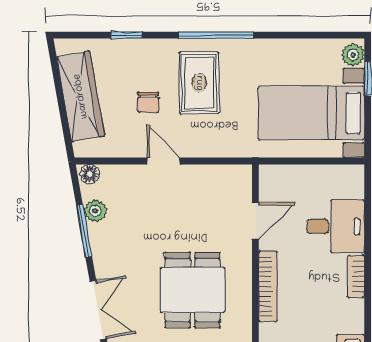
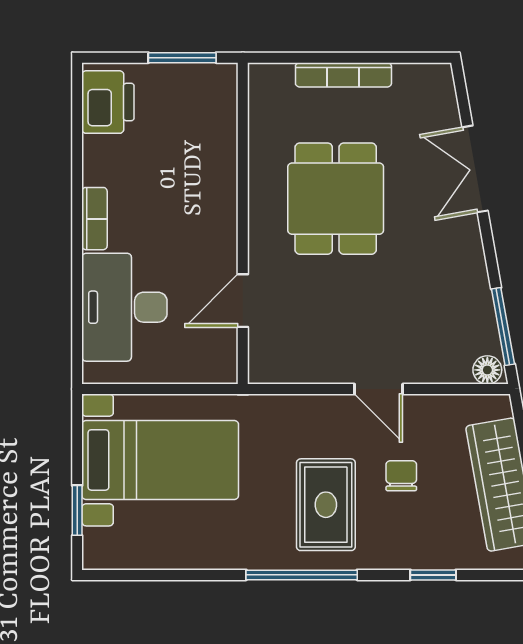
plant: (353, 55) -> (99, 546), removed
plant: (95, 211) -> (479, 315), removed
desk: (336, 226) -> (124, 307), width x1.37
window: (84, 231) -> (503, 327), moved
bookcase: (268, 286) -> (225, 204), removed

